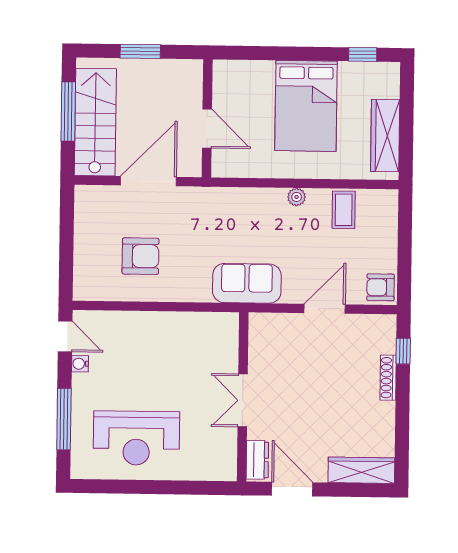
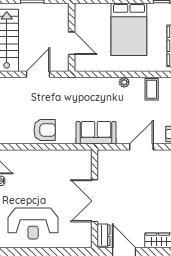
door: (148, 181) -> (38, 74), width x0.73
armchair: (140, 256) -> (45, 130), moved
double door: (243, 400) -> (94, 201), width x1.37

